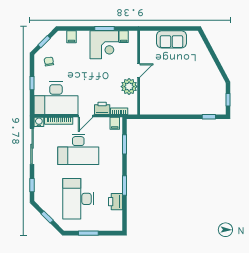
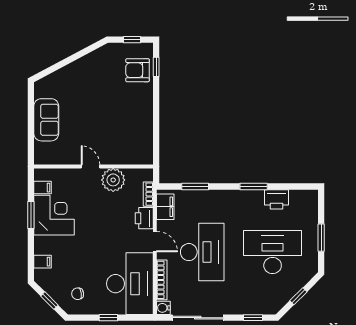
armchair: (206, 104) -> (138, 70), added
filing cabinet: (115, 123) -> (165, 207), width x2.00
desk: (78, 199) -> (273, 252), turned 180

